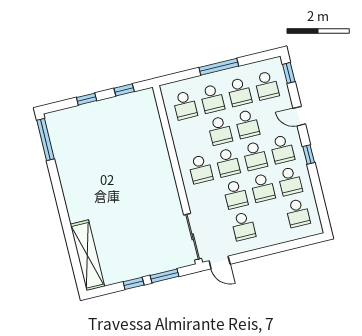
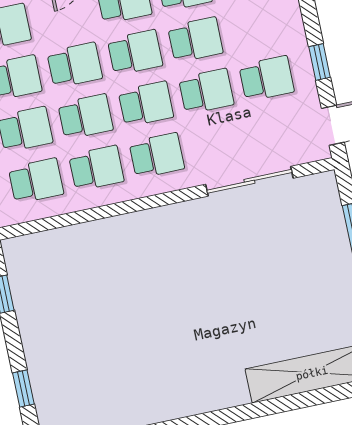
window: (87, 99) -> (23, 389), moved
school desk: (193, 137) -> (96, 168), added
sliding door: (193, 237) -> (249, 181), moved
window: (253, 254) -> (320, 62), added

